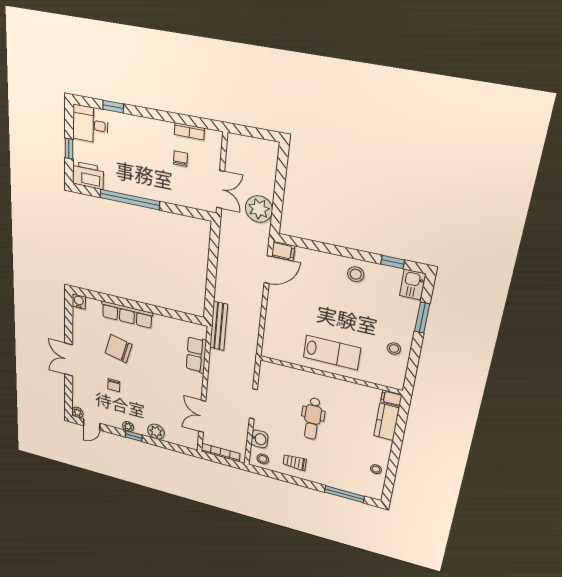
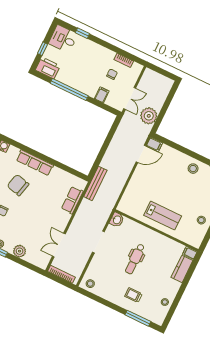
filing cabinet: (178, 195) -> (102, 95), added
washbasin: (259, 439) -> (117, 220), moved
trolley: (295, 462) -> (133, 295), moved

